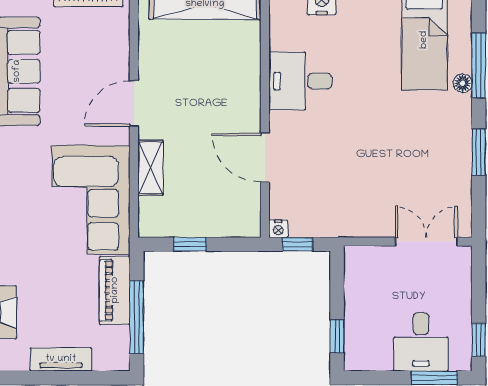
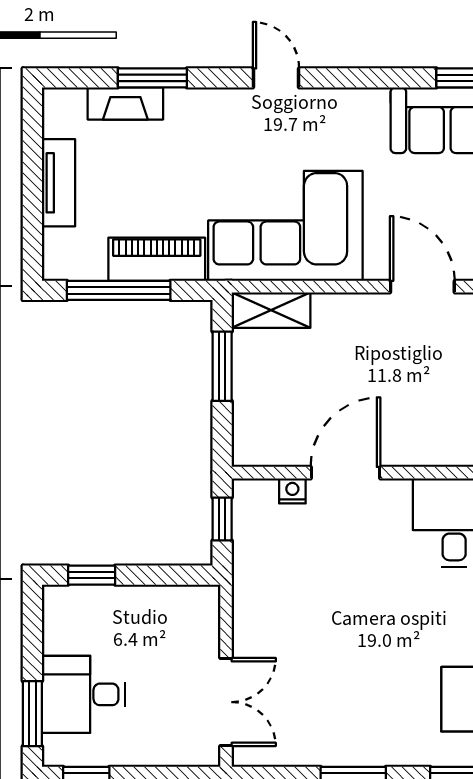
floor lamp: (463, 83) -> (451, 754), removed
shelving: (150, 168) -> (271, 310), moved
nightstand: (278, 229) -> (292, 491), moved, turned 90
window: (190, 244) -> (222, 366), width x1.50

